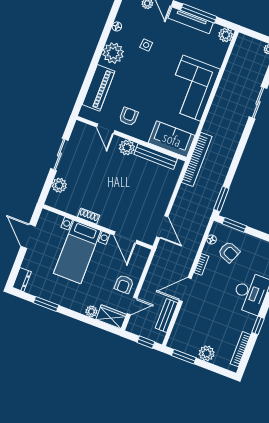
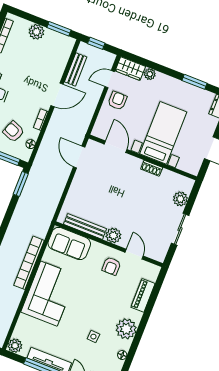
piano: (98, 88) -> (143, 295), width x0.73, depth x0.75
bookcase: (197, 159) -> (29, 263), moved

